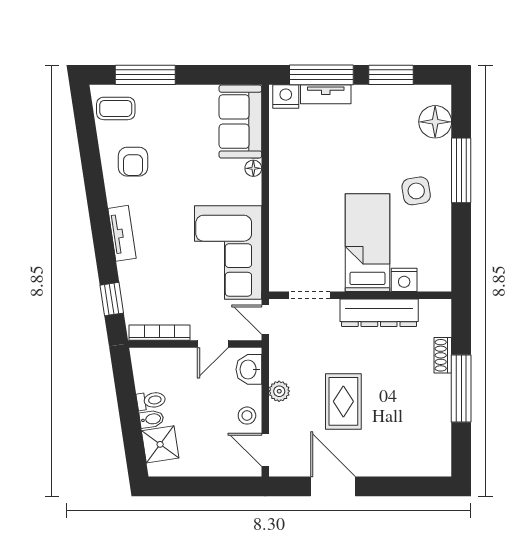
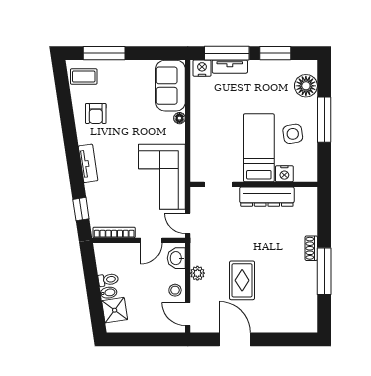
bed: (367, 243) -> (259, 148), moved
nightstand: (404, 280) -> (284, 174), moved
doorway: (309, 295) -> (218, 184), moved
wall: (360, 295) -> (254, 184), moved
dresser: (379, 313) -> (267, 197), moved

